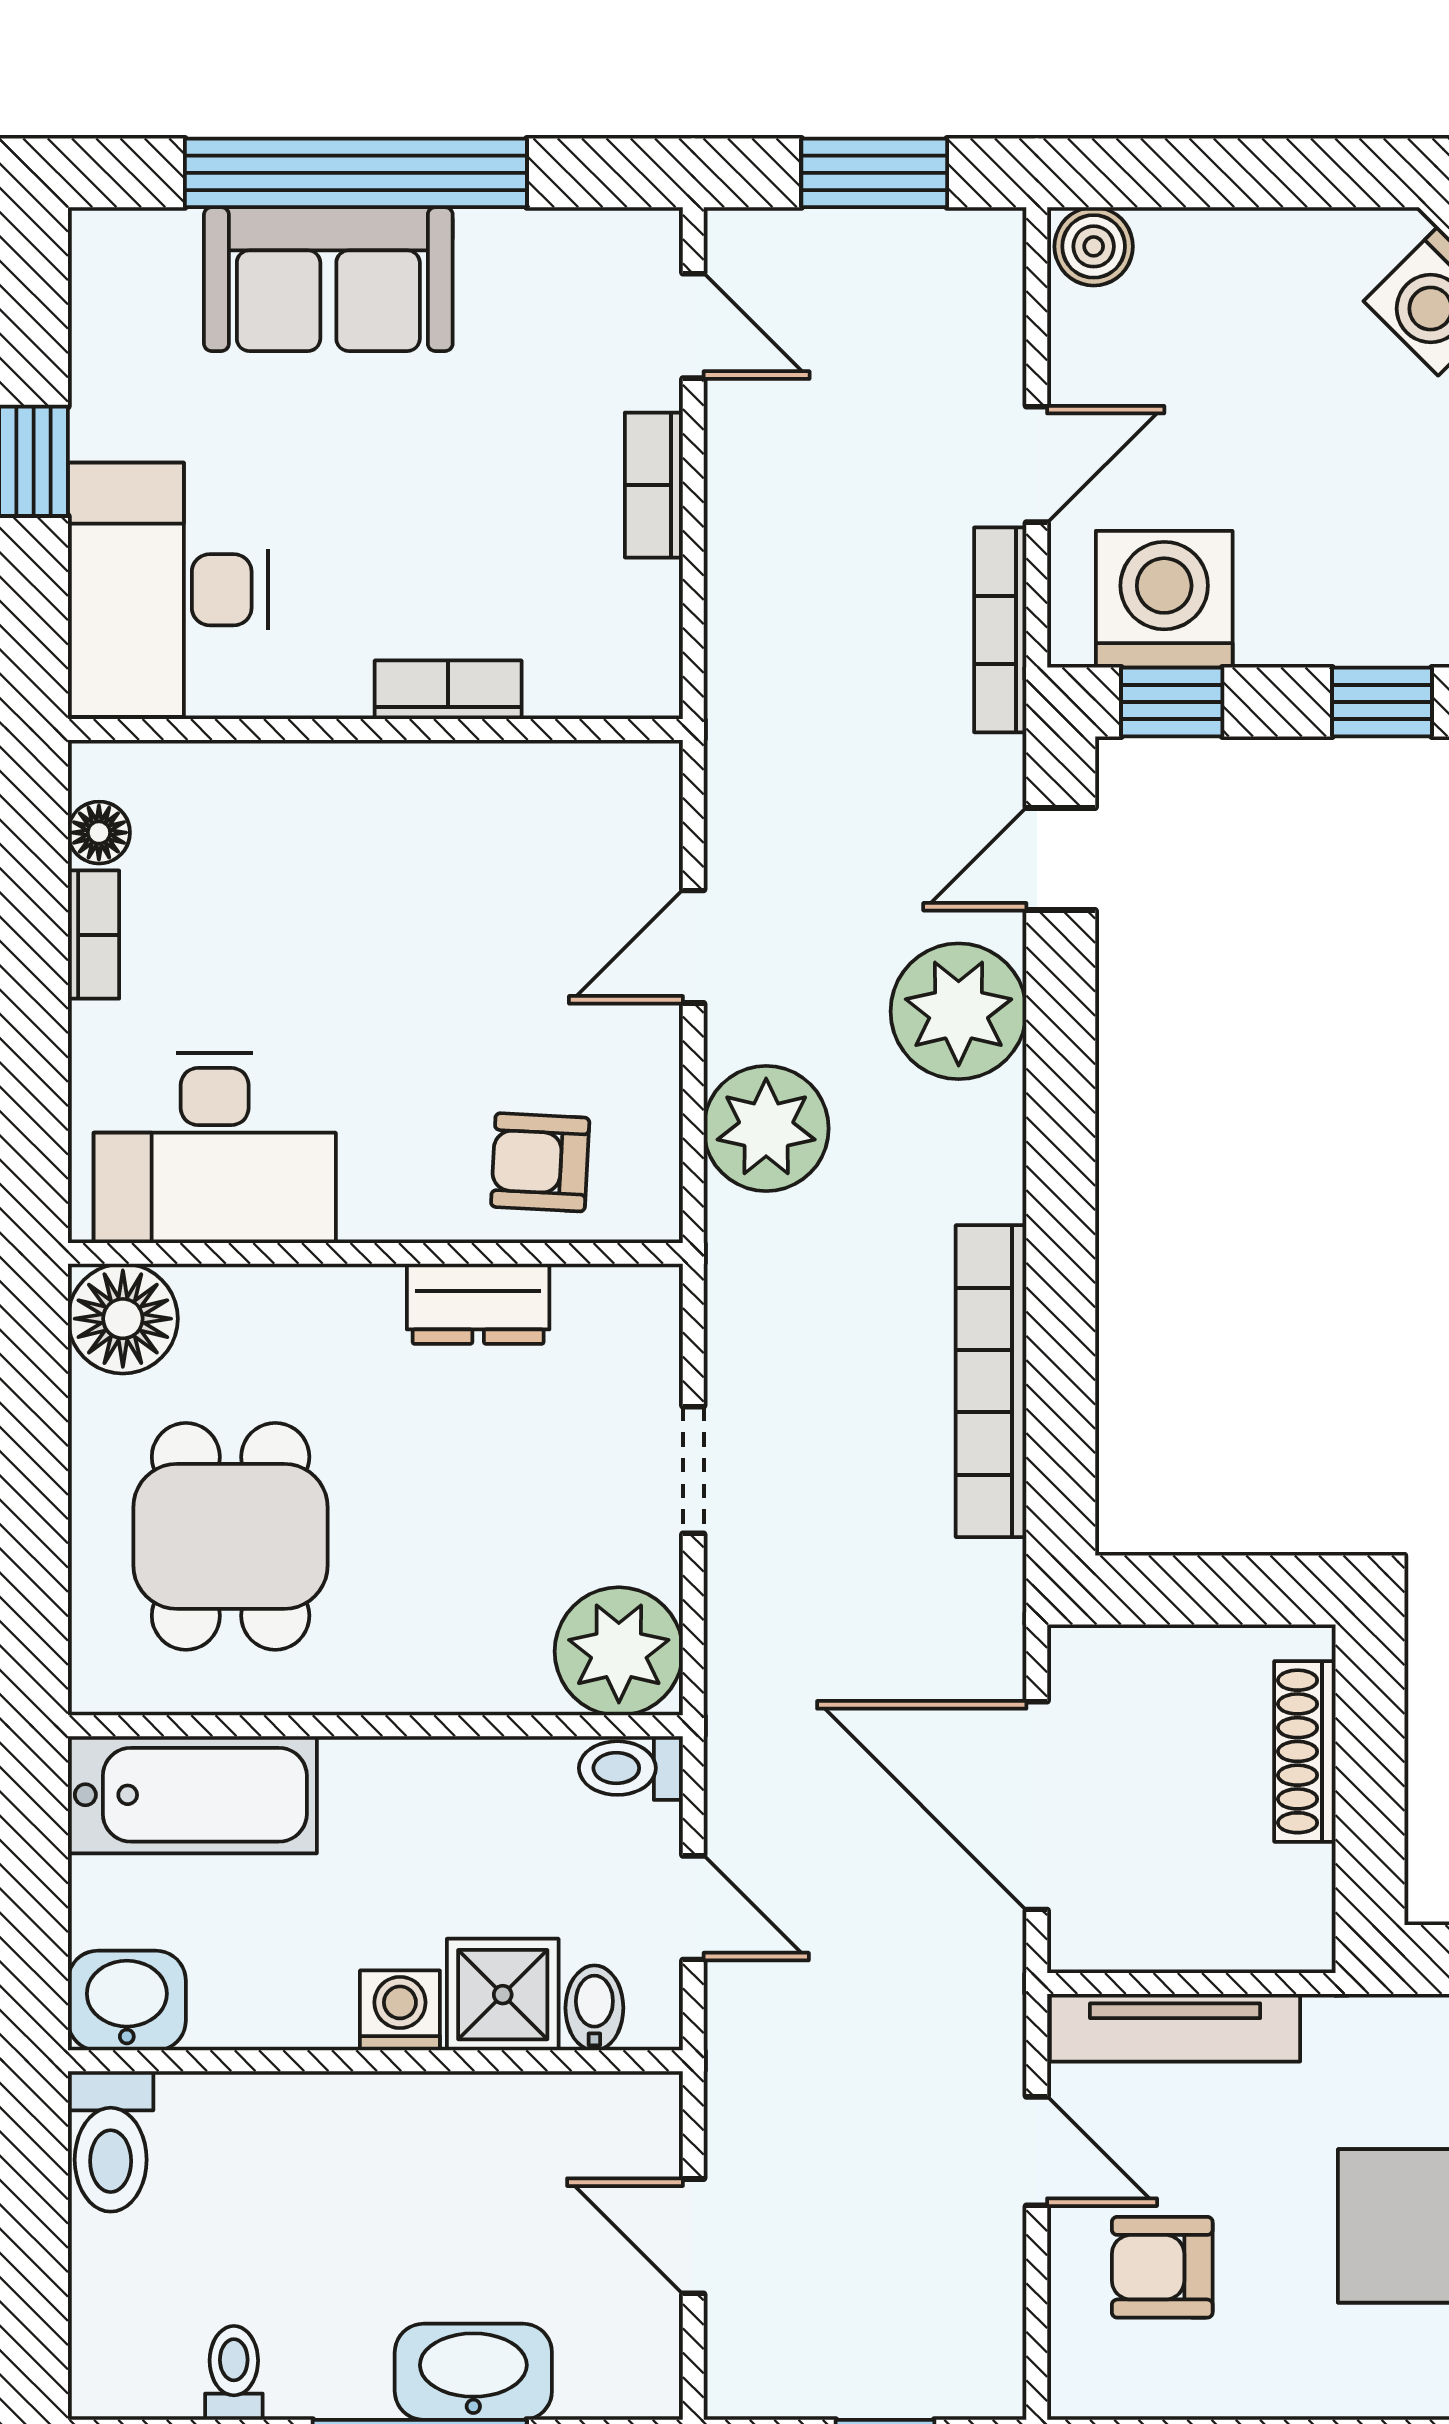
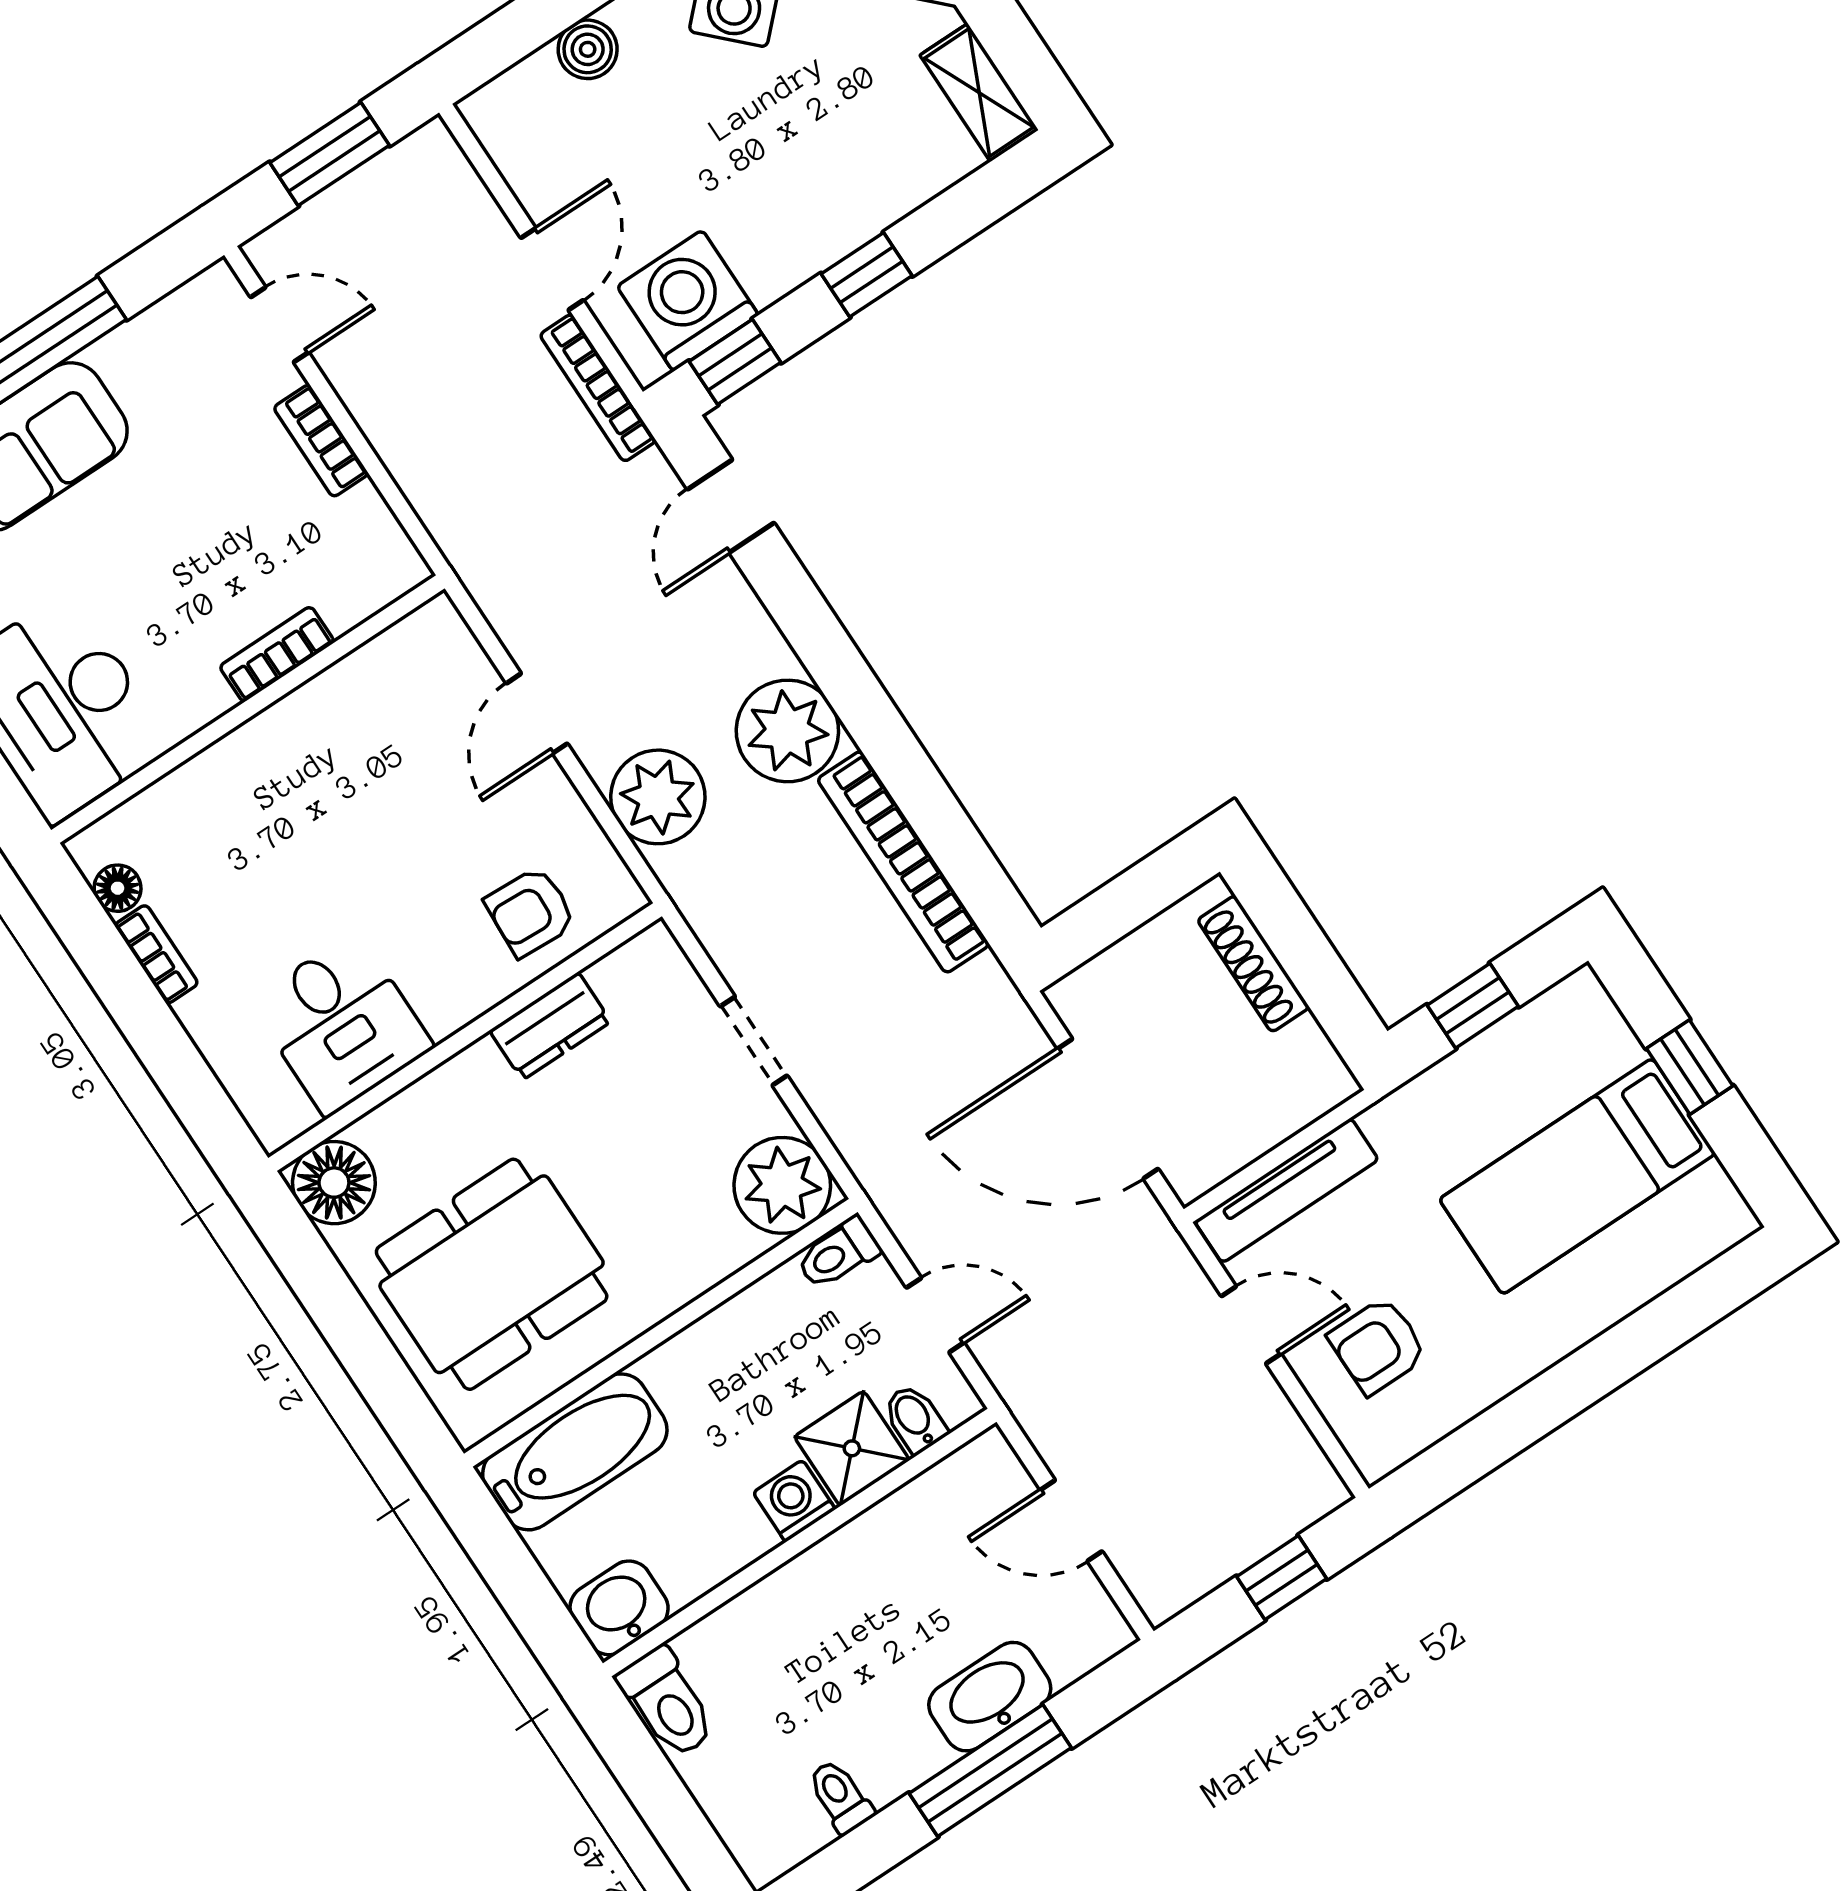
boiler: (1094, 246) -> (588, 49), moved
plant: (959, 1011) -> (787, 731), moved
desk: (215, 1148) -> (341, 1024), width x0.73
dining table: (231, 1536) -> (492, 1274), width x1.38

